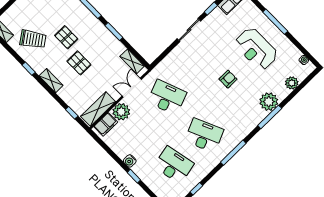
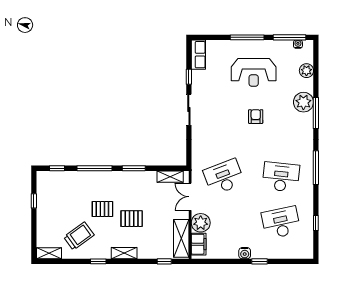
window: (303, 50) -> (289, 37), added
desk: (204, 135) -> (281, 177), turned 30

